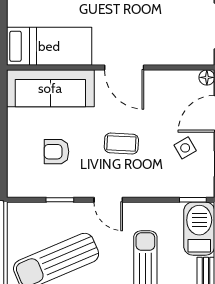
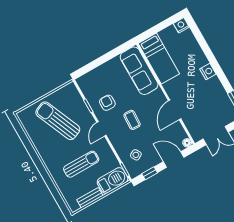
door: (124, 68) -> (175, 110), moved
side table: (185, 148) -> (136, 155), moved
armchair: (56, 152) -> (107, 103), moved

